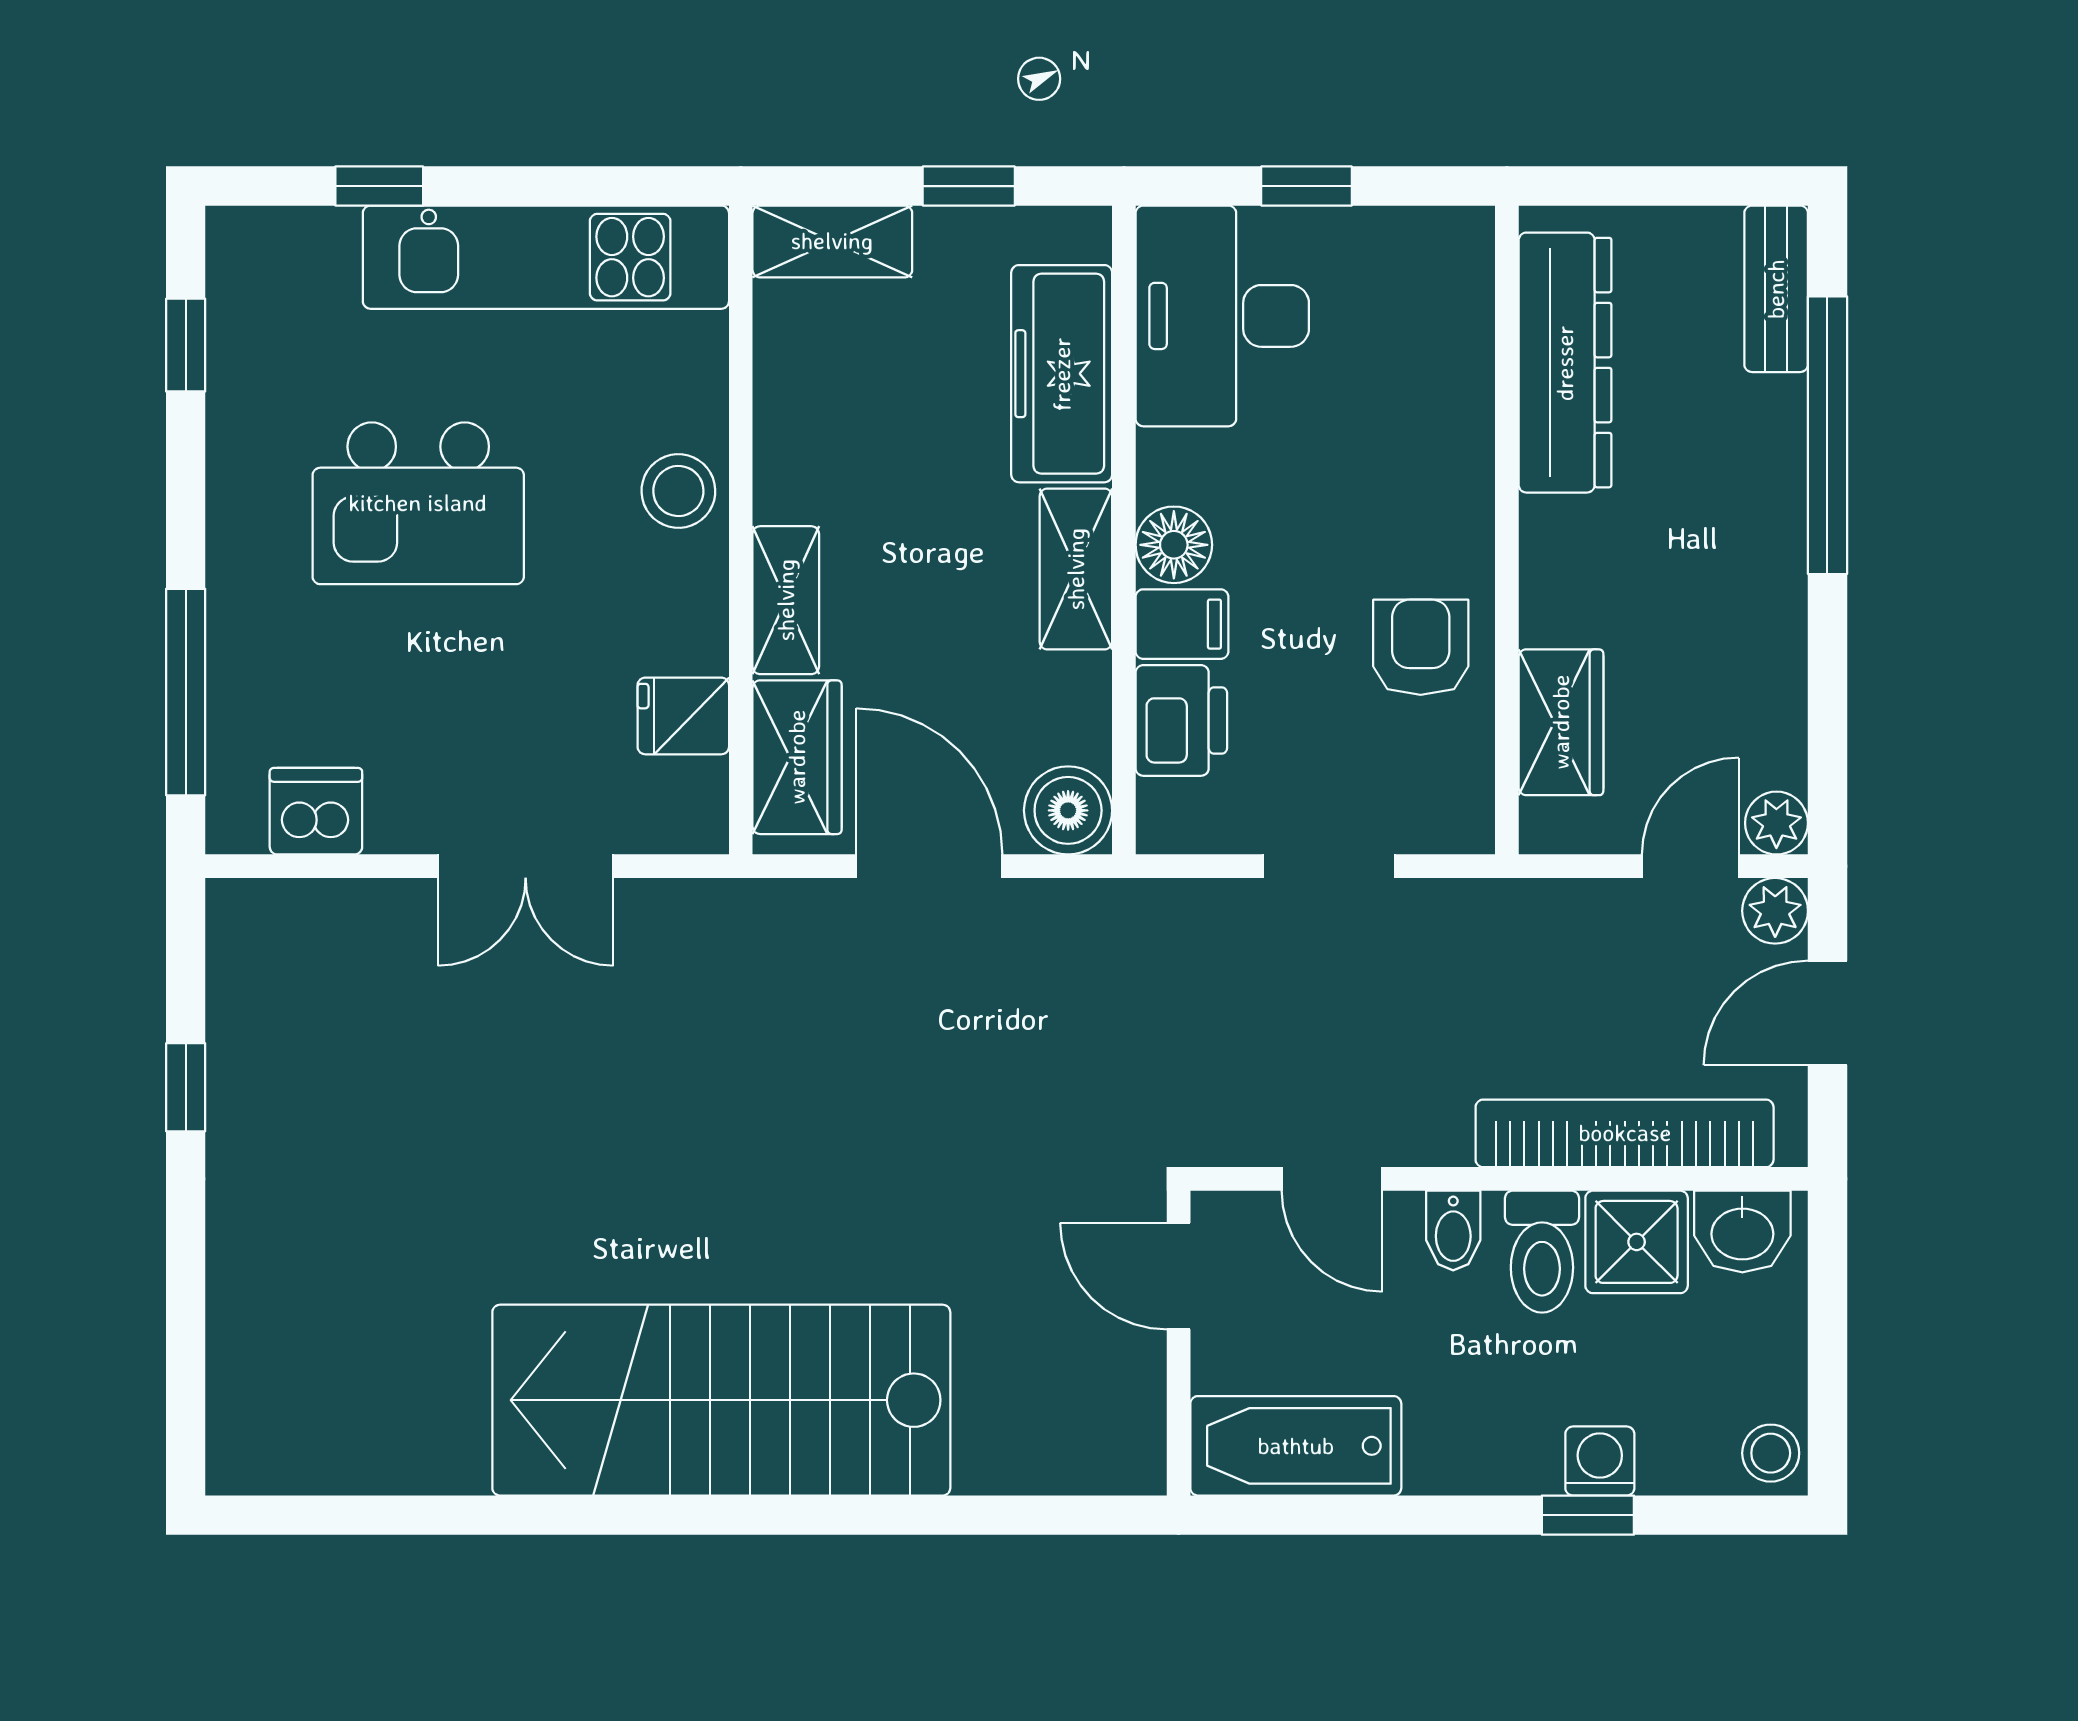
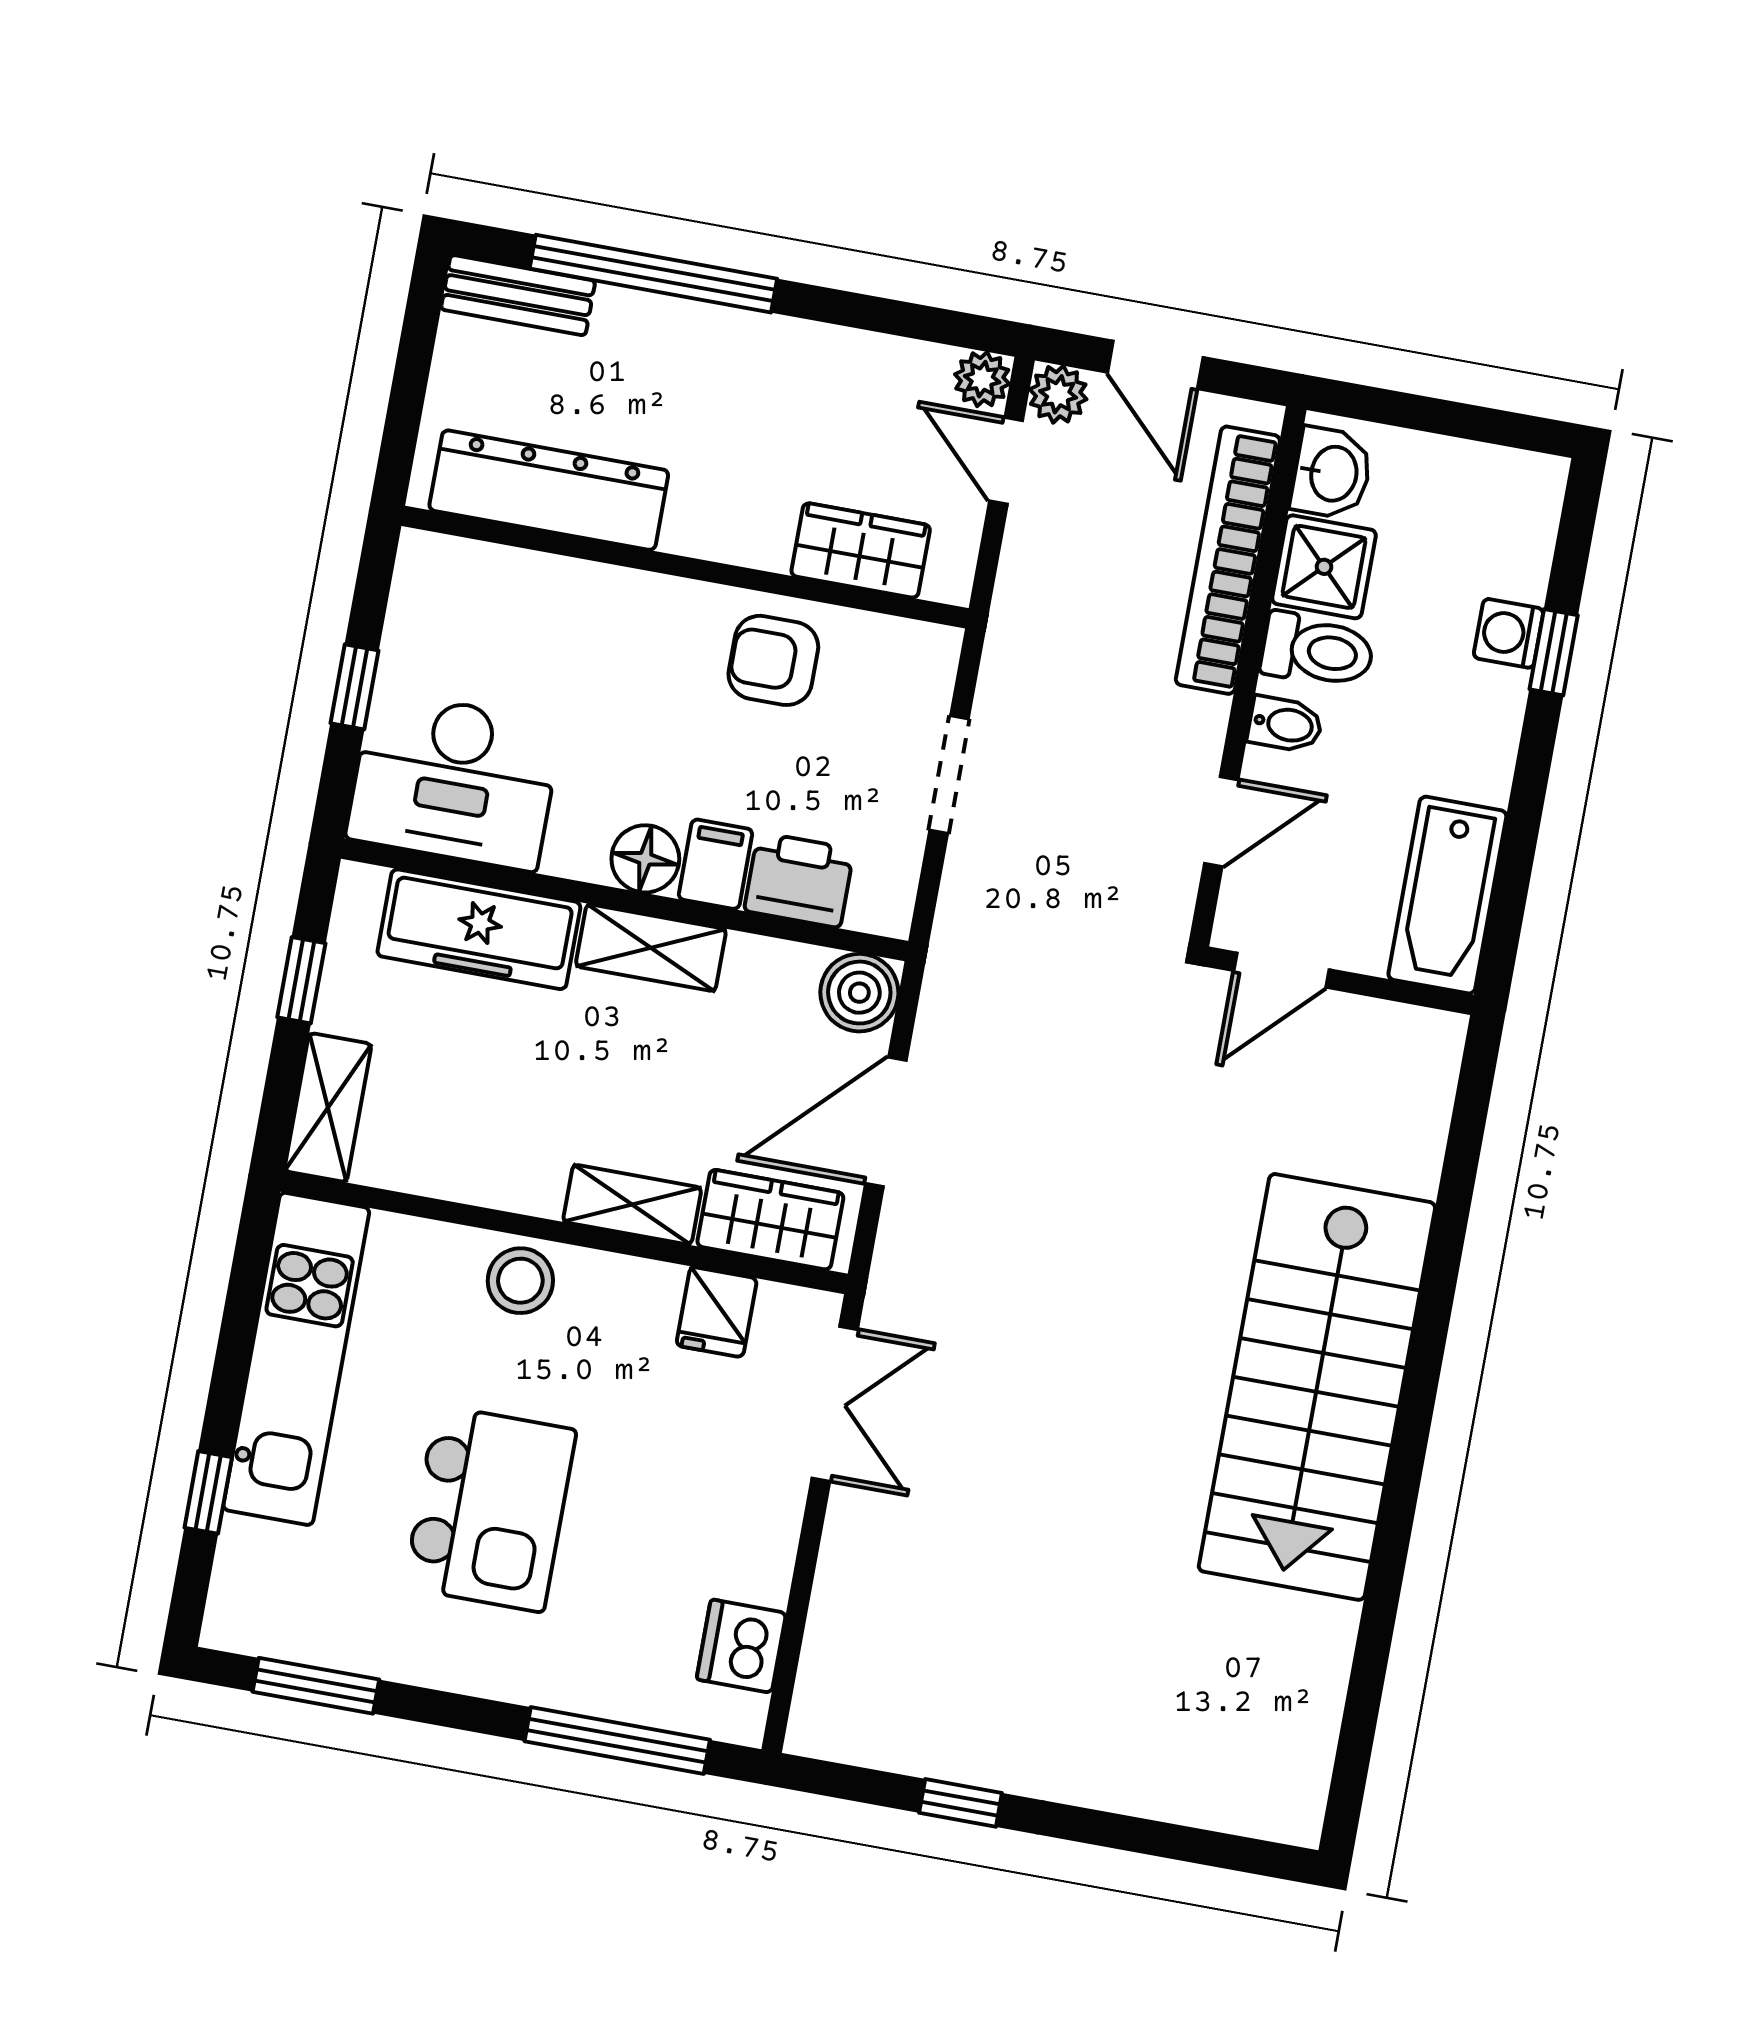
window: (186, 345) -> (316, 1686), width x1.50
double door: (526, 866) -> (835, 1404), moved
stool: (1771, 1453) -> (1529, 484), removed

